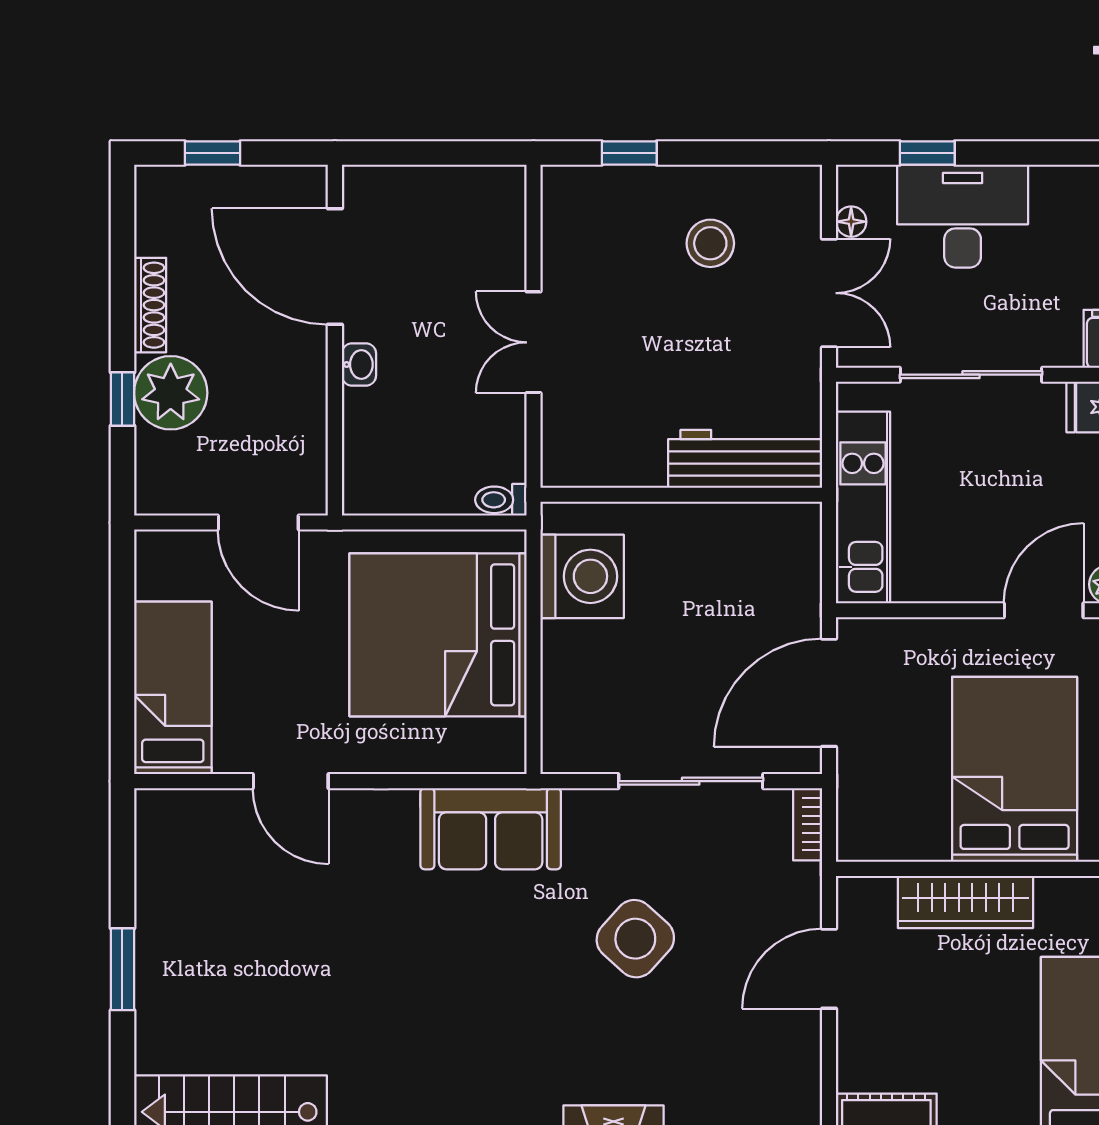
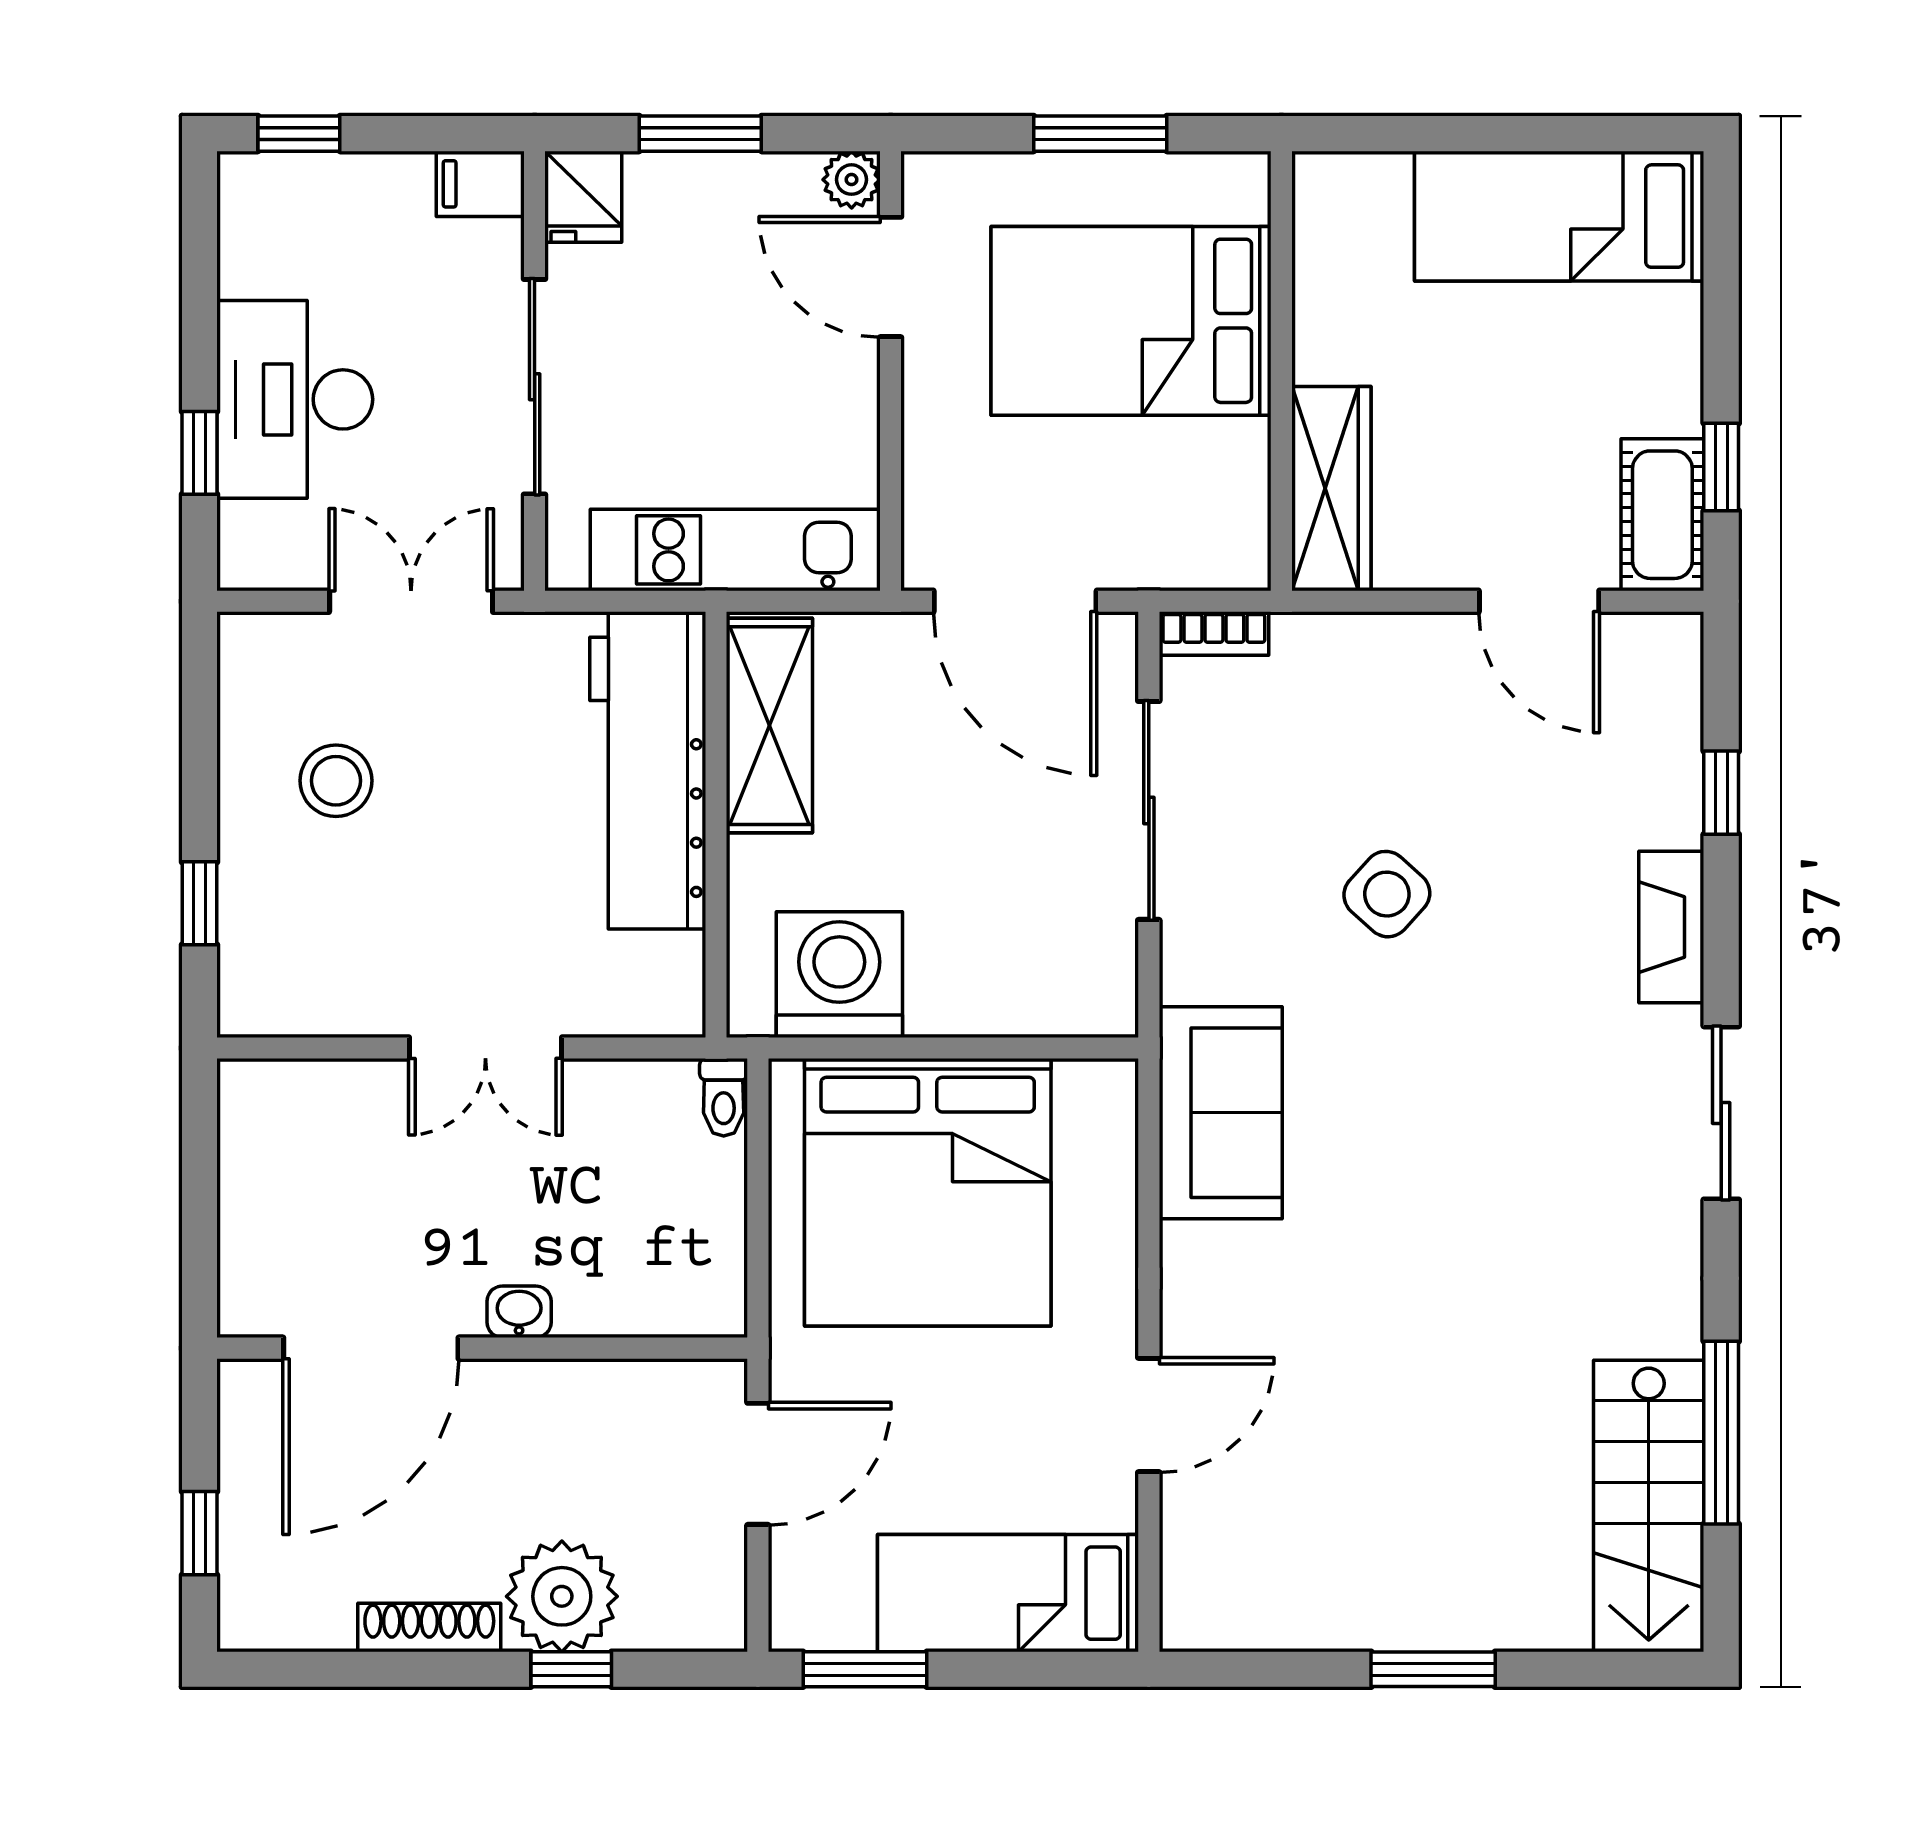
floor lamp: (851, 222) -> (303, 568), removed
workbench: (745, 459) -> (648, 770), width x1.36, depth x1.32
shelving: (747, 530) -> (769, 726), added
window: (122, 593) -> (865, 1669), added
wardrobe: (965, 902) -> (1331, 489), moved
side table: (635, 939) -> (1387, 894), width x0.73, depth x0.73
door: (829, 969) -> (1539, 601), moved

